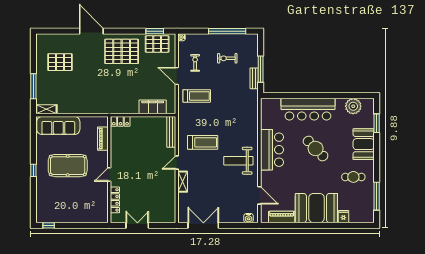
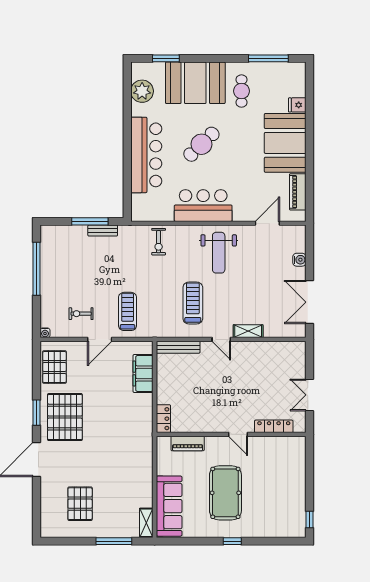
window: (155, 31) -> (37, 413), moved
exercise bike: (227, 58) -> (159, 242), moved
booth: (364, 144) -> (195, 83), width x1.36, depth x1.42
water cooler: (249, 218) -> (299, 260), moved

